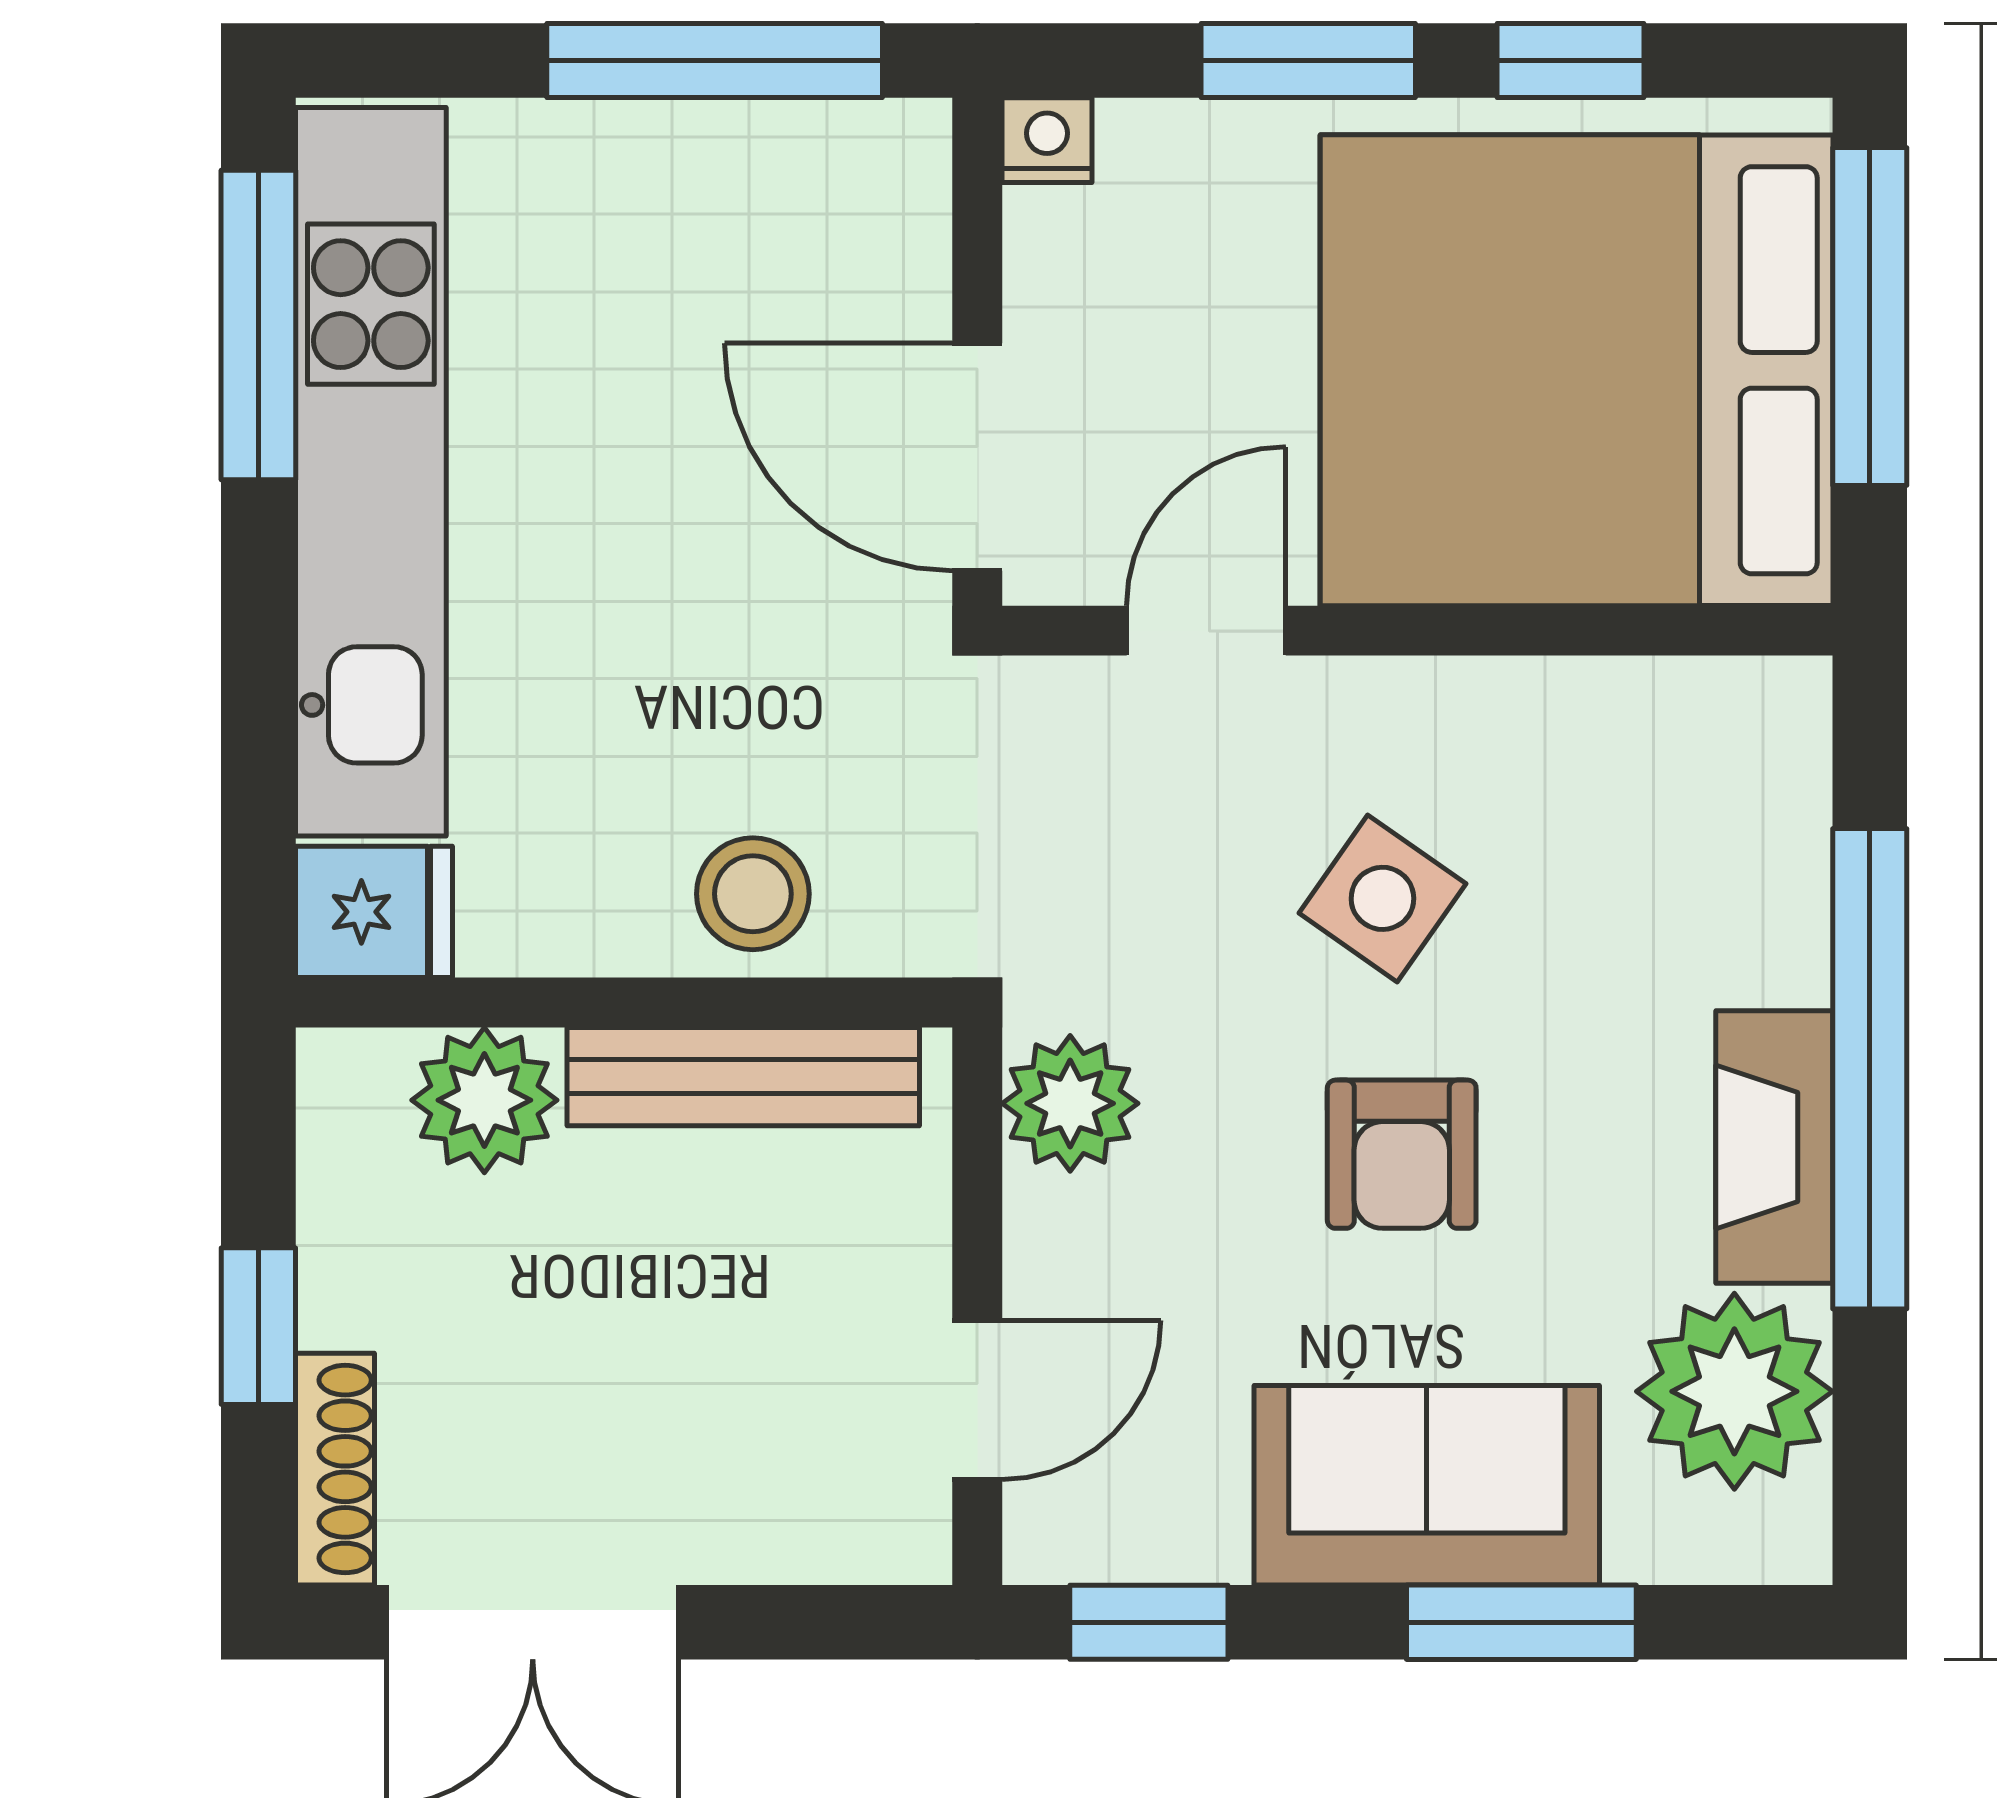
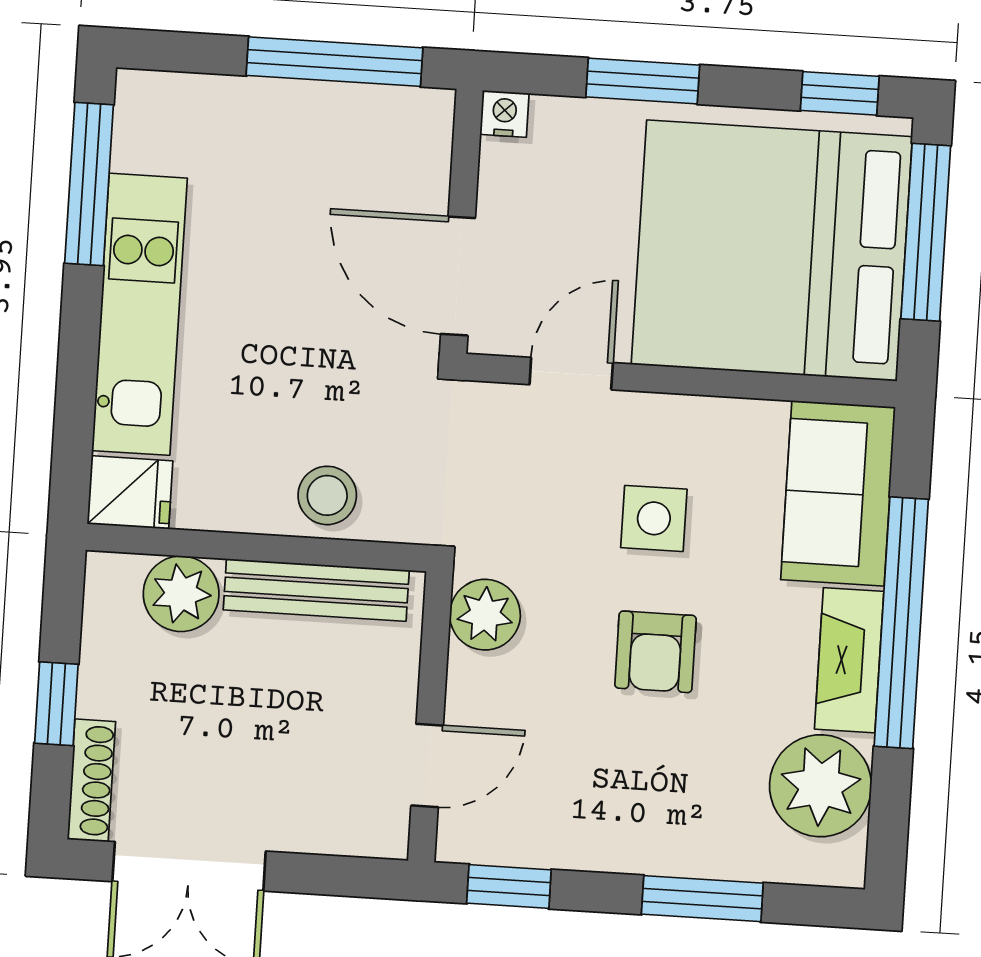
window: (1570, 60) -> (840, 93), moved
kitchen unit: (371, 472) -> (139, 314), width x0.73
side table: (1382, 898) -> (654, 518), turned -35
sofa: (1427, 1485) -> (838, 493), moved, turned -90

